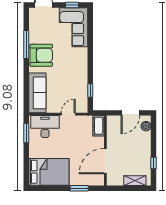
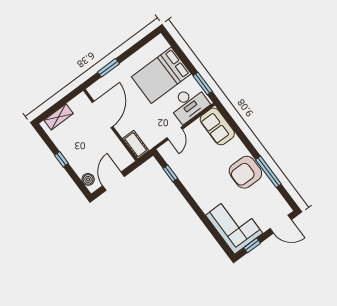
sofa: (37, 93) -> (217, 126), width x0.73
window: (153, 163) -> (61, 159), moved
bed: (49, 172) -> (161, 75), moved

